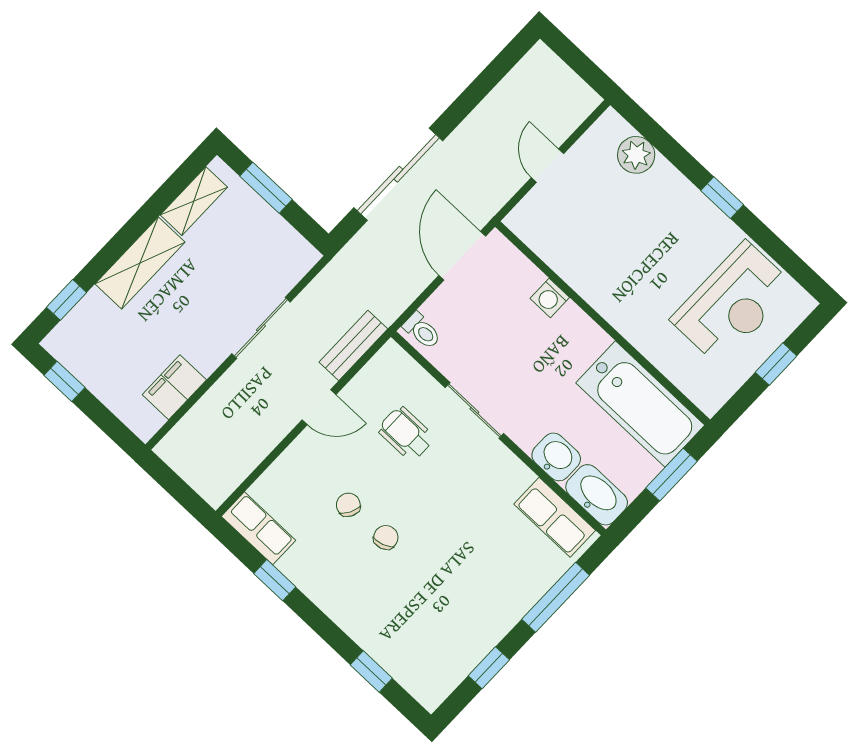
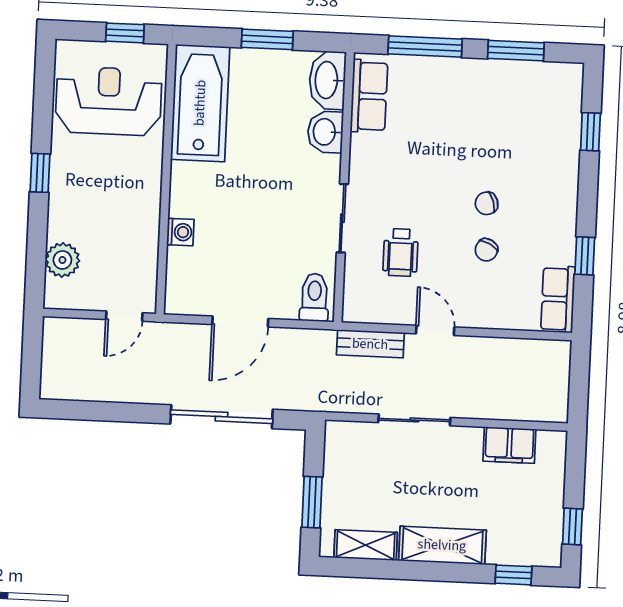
washing machine: (550, 298) -> (180, 232), moved
wall: (603, 323) -> (166, 179), moved
toilet: (422, 331) -> (314, 297), width x1.37, depth x1.39
bathtub: (640, 404) -> (200, 103), moved
window: (489, 668) -> (516, 51), width x1.50

